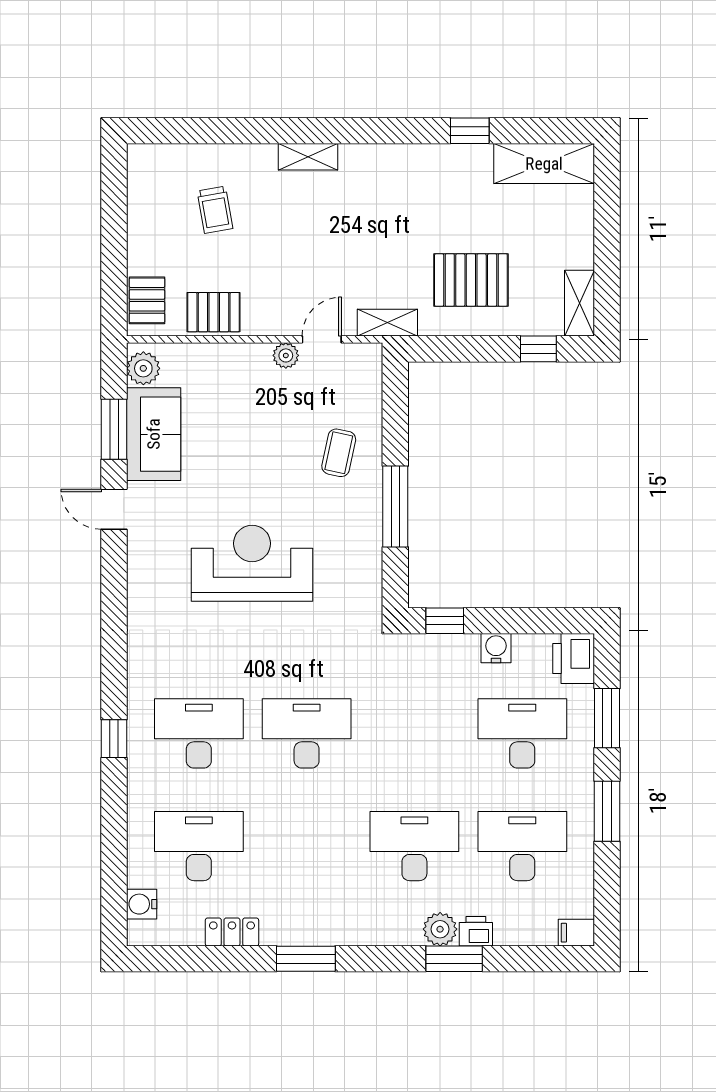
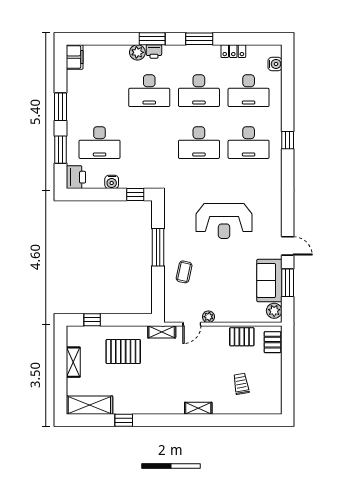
shelving: (580, 303) -> (73, 362), moved
desk: (522, 846) -> (199, 91), moved
printer: (476, 931) -> (154, 51), moved
filing cabinet: (576, 933) -> (75, 57), width x2.00
window: (454, 959) -> (152, 39), moved

